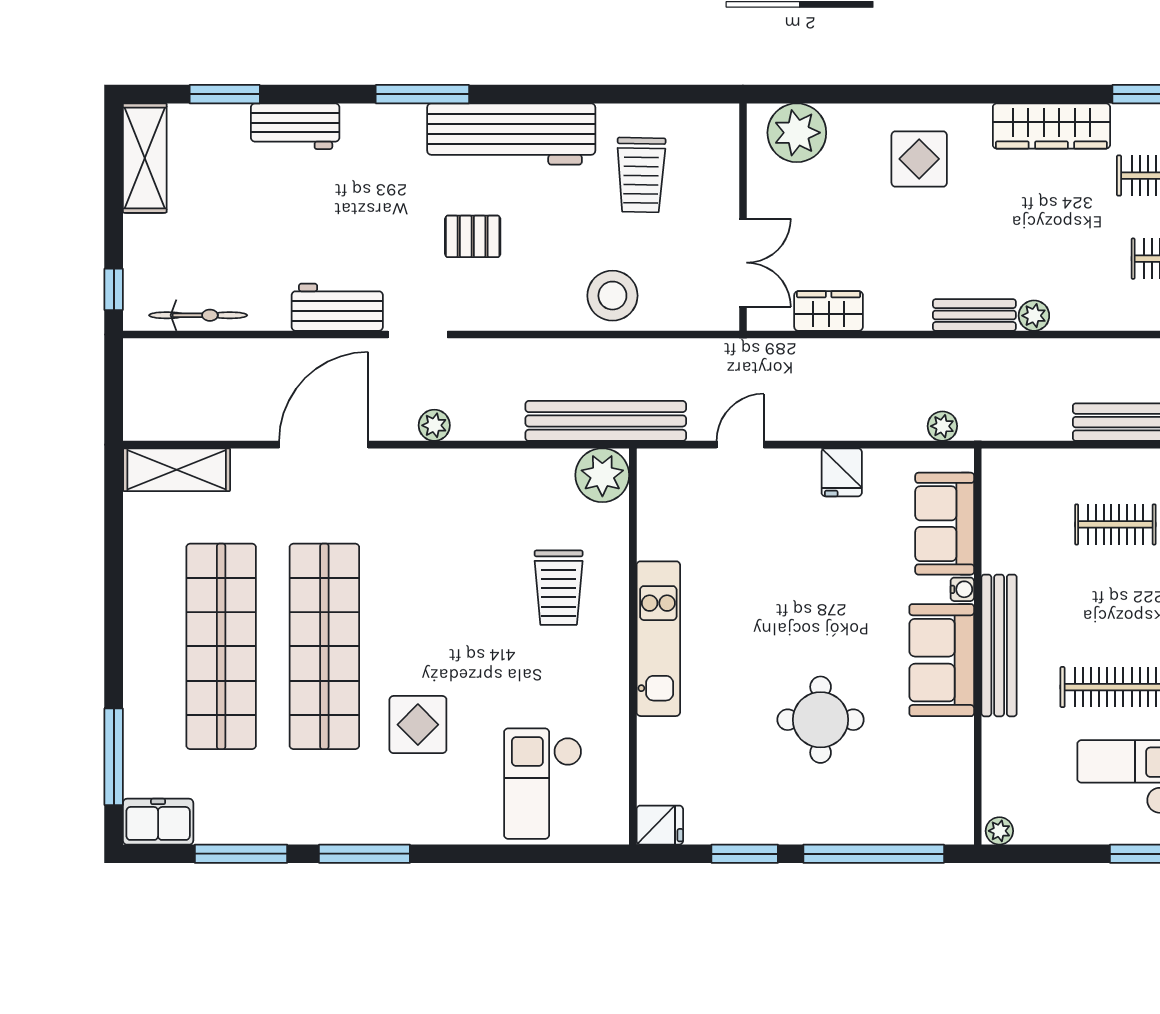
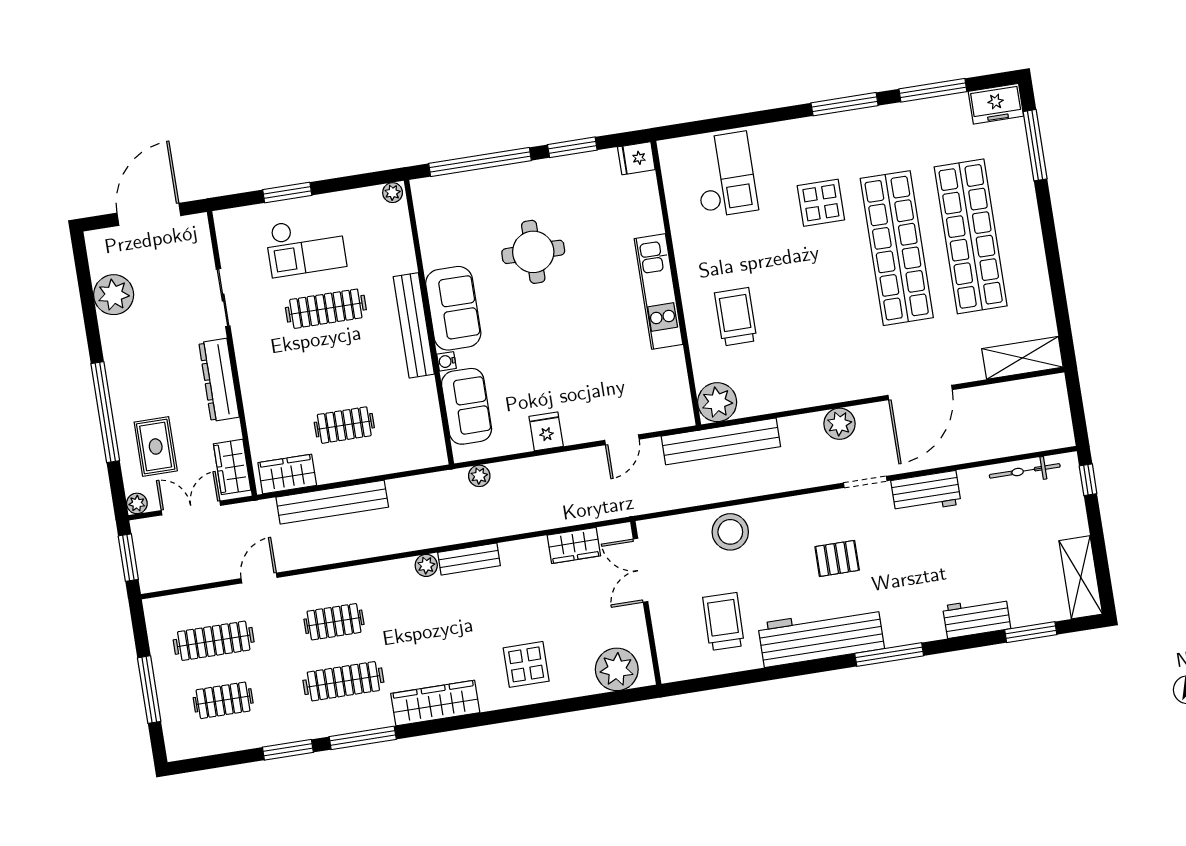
plant: (434, 425) -> (840, 424), width x1.38, depth x1.38

